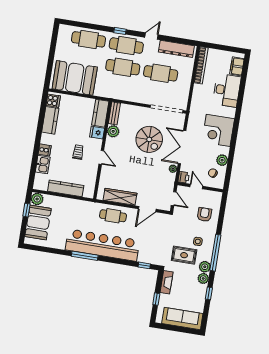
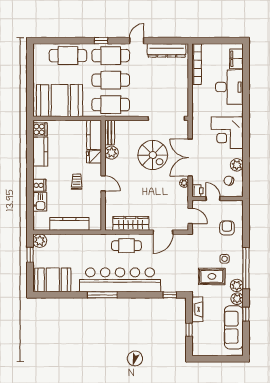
cafe table: (161, 73) -> (111, 105), moved
booth: (38, 222) -> (53, 280), moved, turned 90
sofa: (182, 318) -> (234, 327), moved, turned -90

